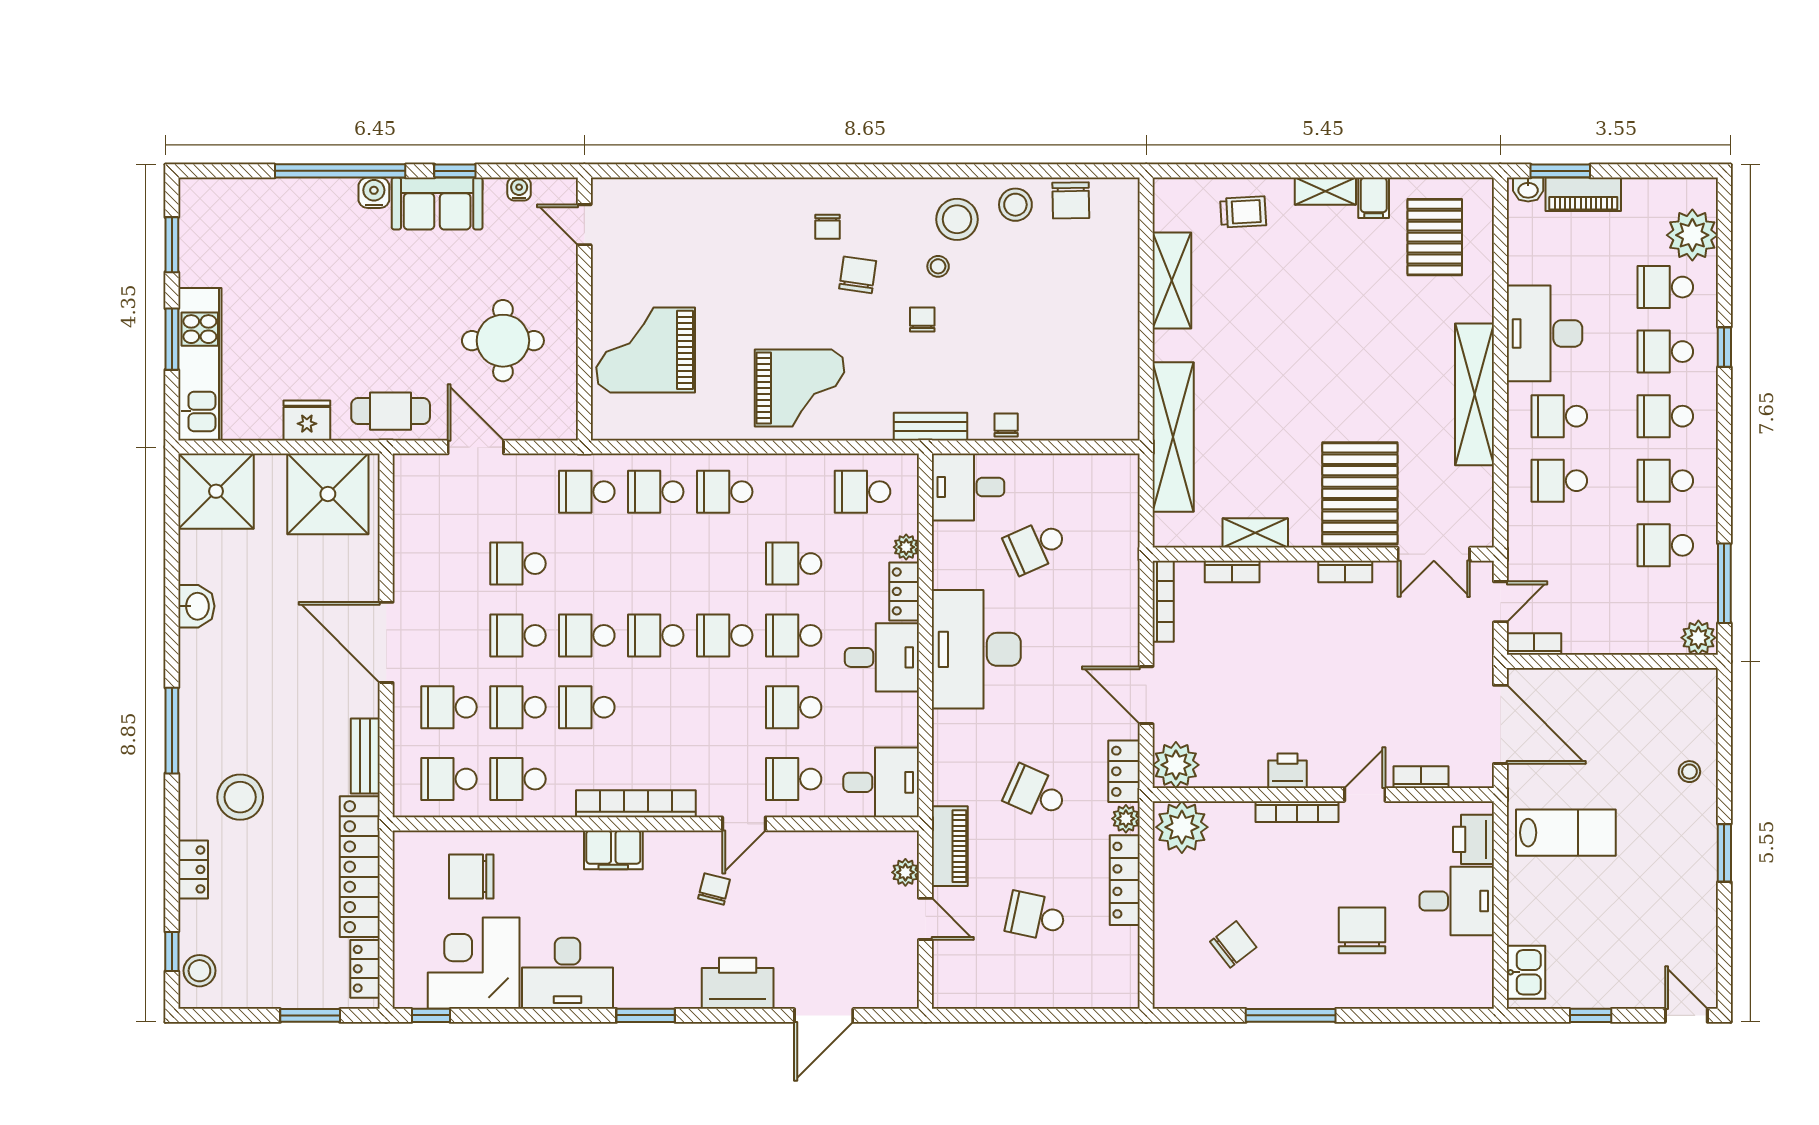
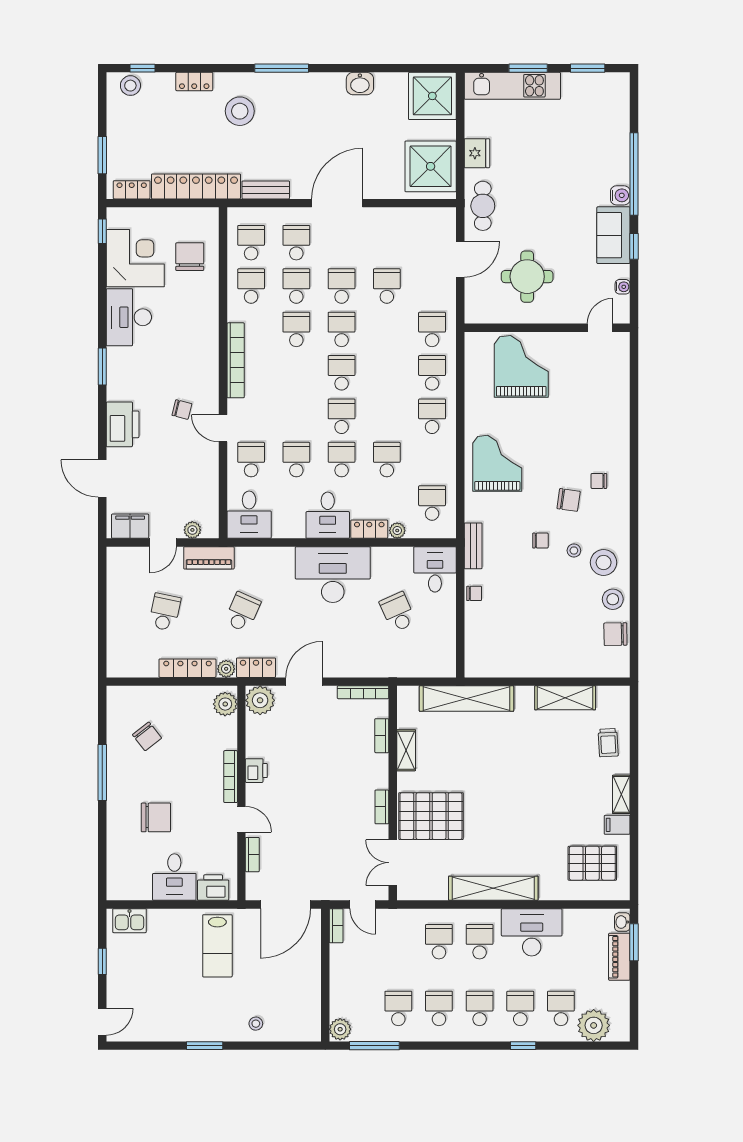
grand piano: (800, 388) -> (497, 463), turned 180
plant: (1182, 827) -> (225, 704), width x0.73, depth x0.73
filing cabinet: (613, 850) -> (130, 526), moved, turned 90

